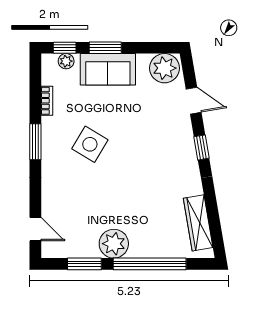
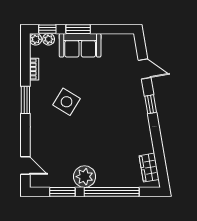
plant: (164, 68) -> (36, 39), moved, width x0.53, depth x0.53
wardrobe: (198, 223) -> (149, 168), width x0.67

